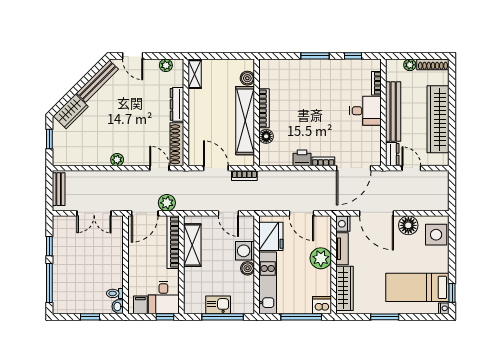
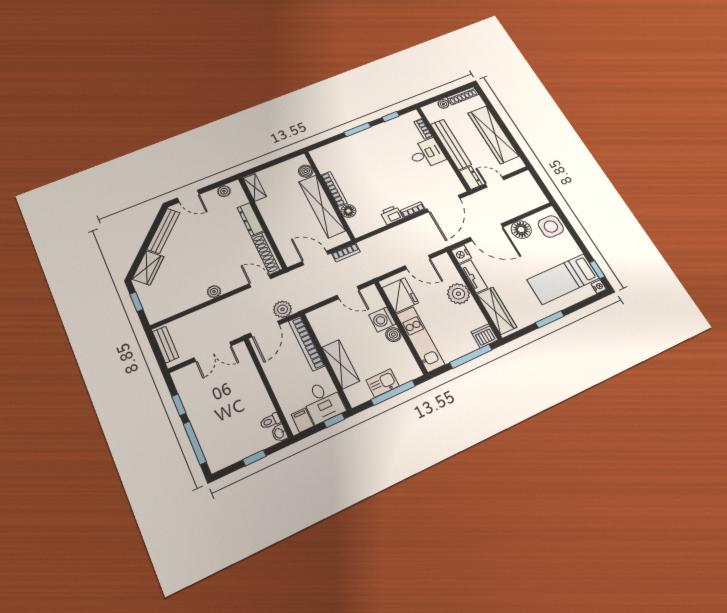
shelving: (192, 245) -> (341, 364), moved

